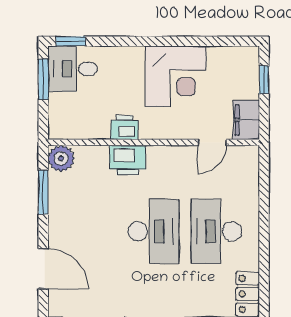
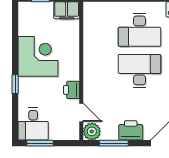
window: (71, 41) -> (15, 84), moved
door: (212, 142) -> (81, 112), moved
printer: (127, 160) -> (131, 130), moved, turned -90

